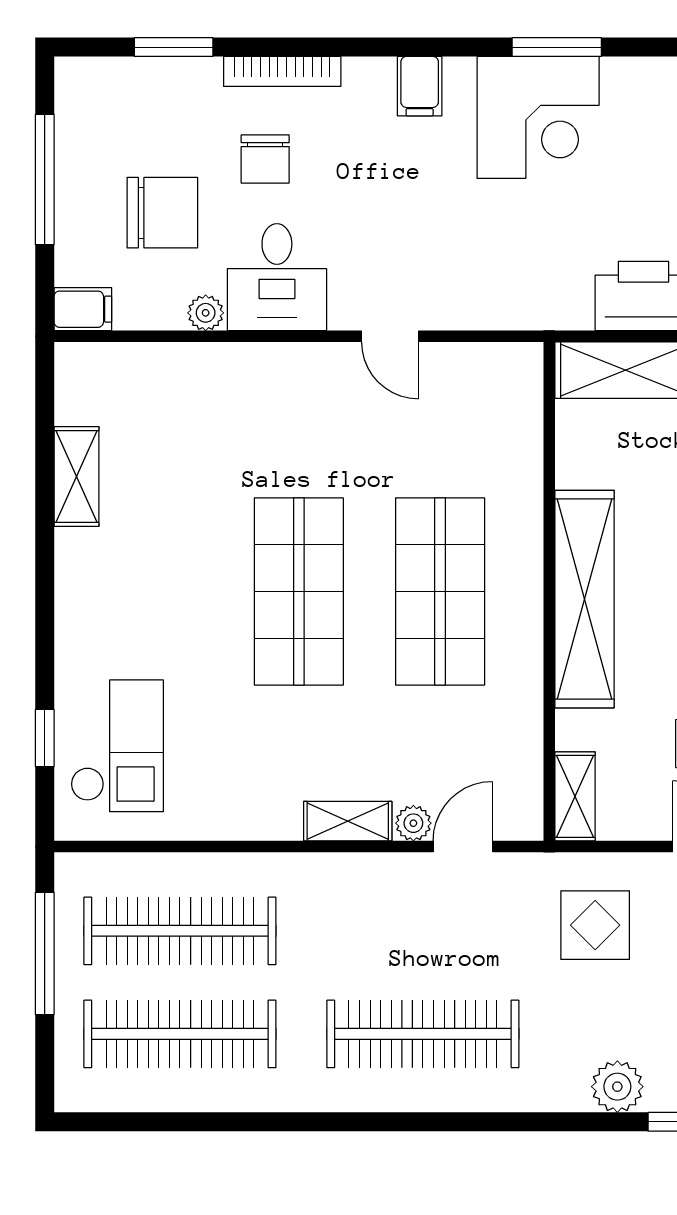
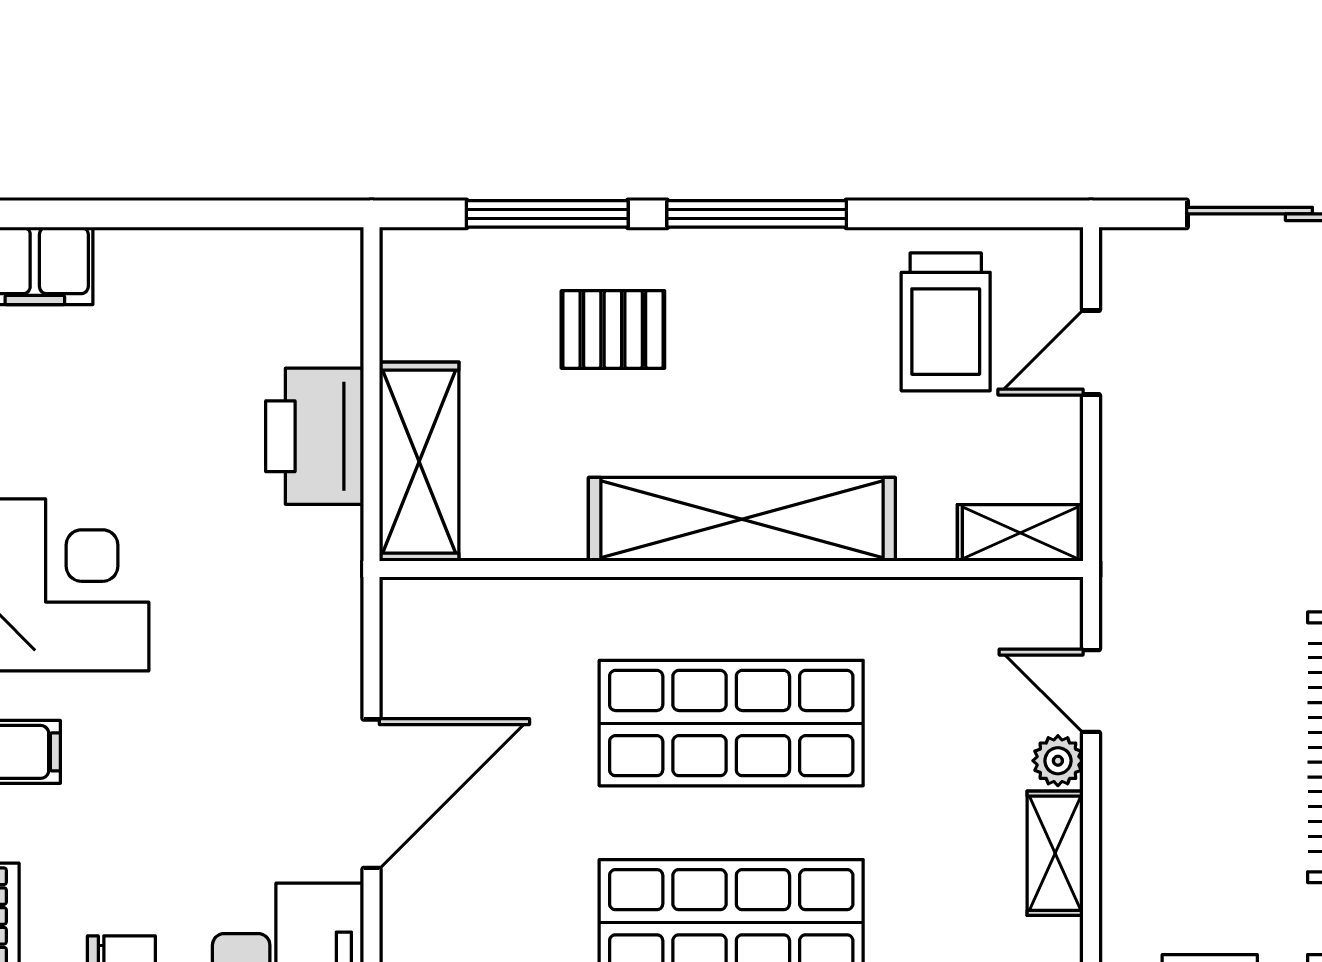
door: (390, 336) -> (371, 794), width x1.87
display table: (595, 925) -> (1202, 504), removed

